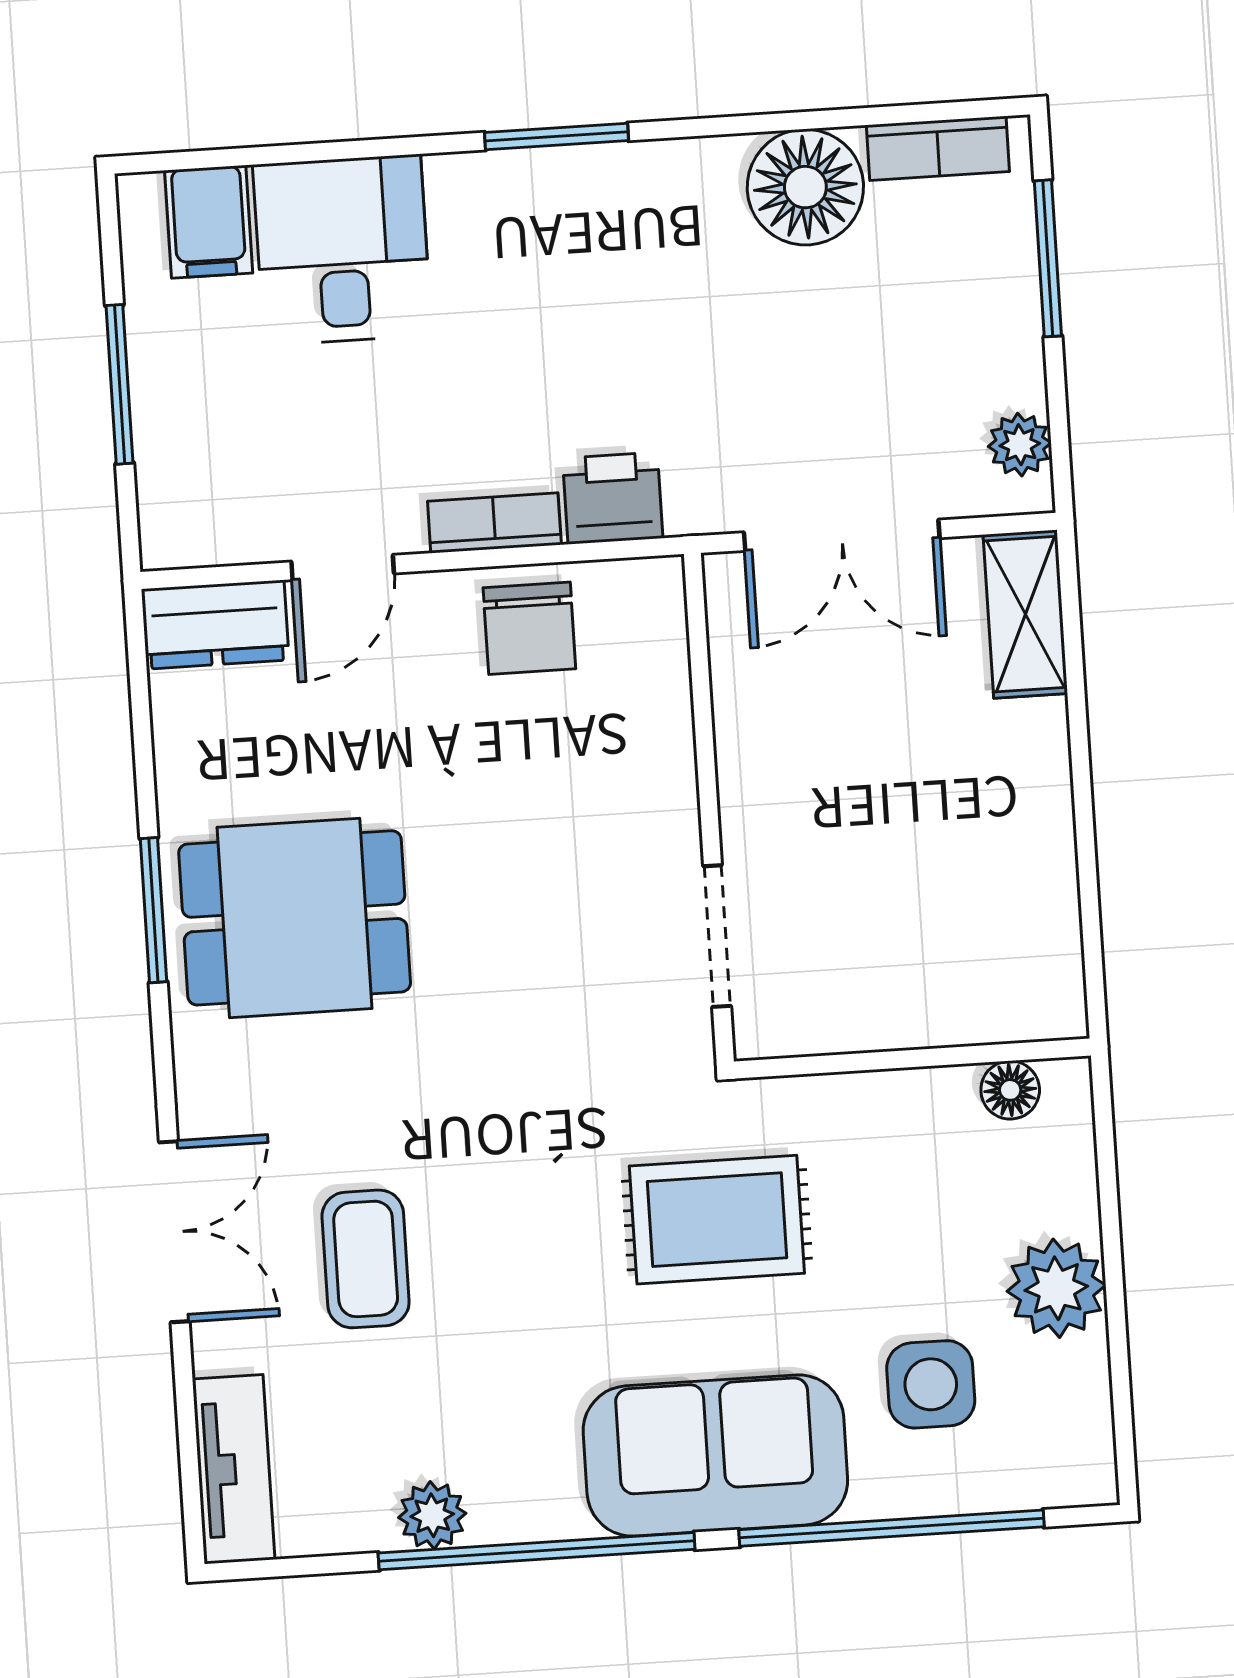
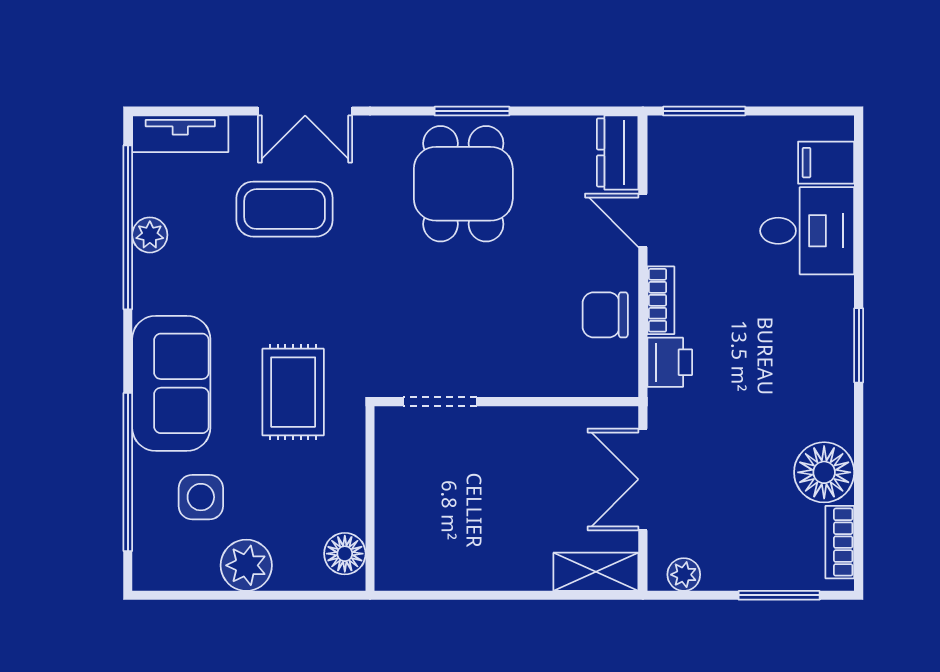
window: (119, 384) -> (704, 111), moved
floor lamp: (1010, 1090) -> (345, 554), width x1.37, depth x1.37
coffee table: (366, 1259) -> (285, 209), width x1.36, depth x1.30
window: (537, 1551) -> (128, 227), moved

